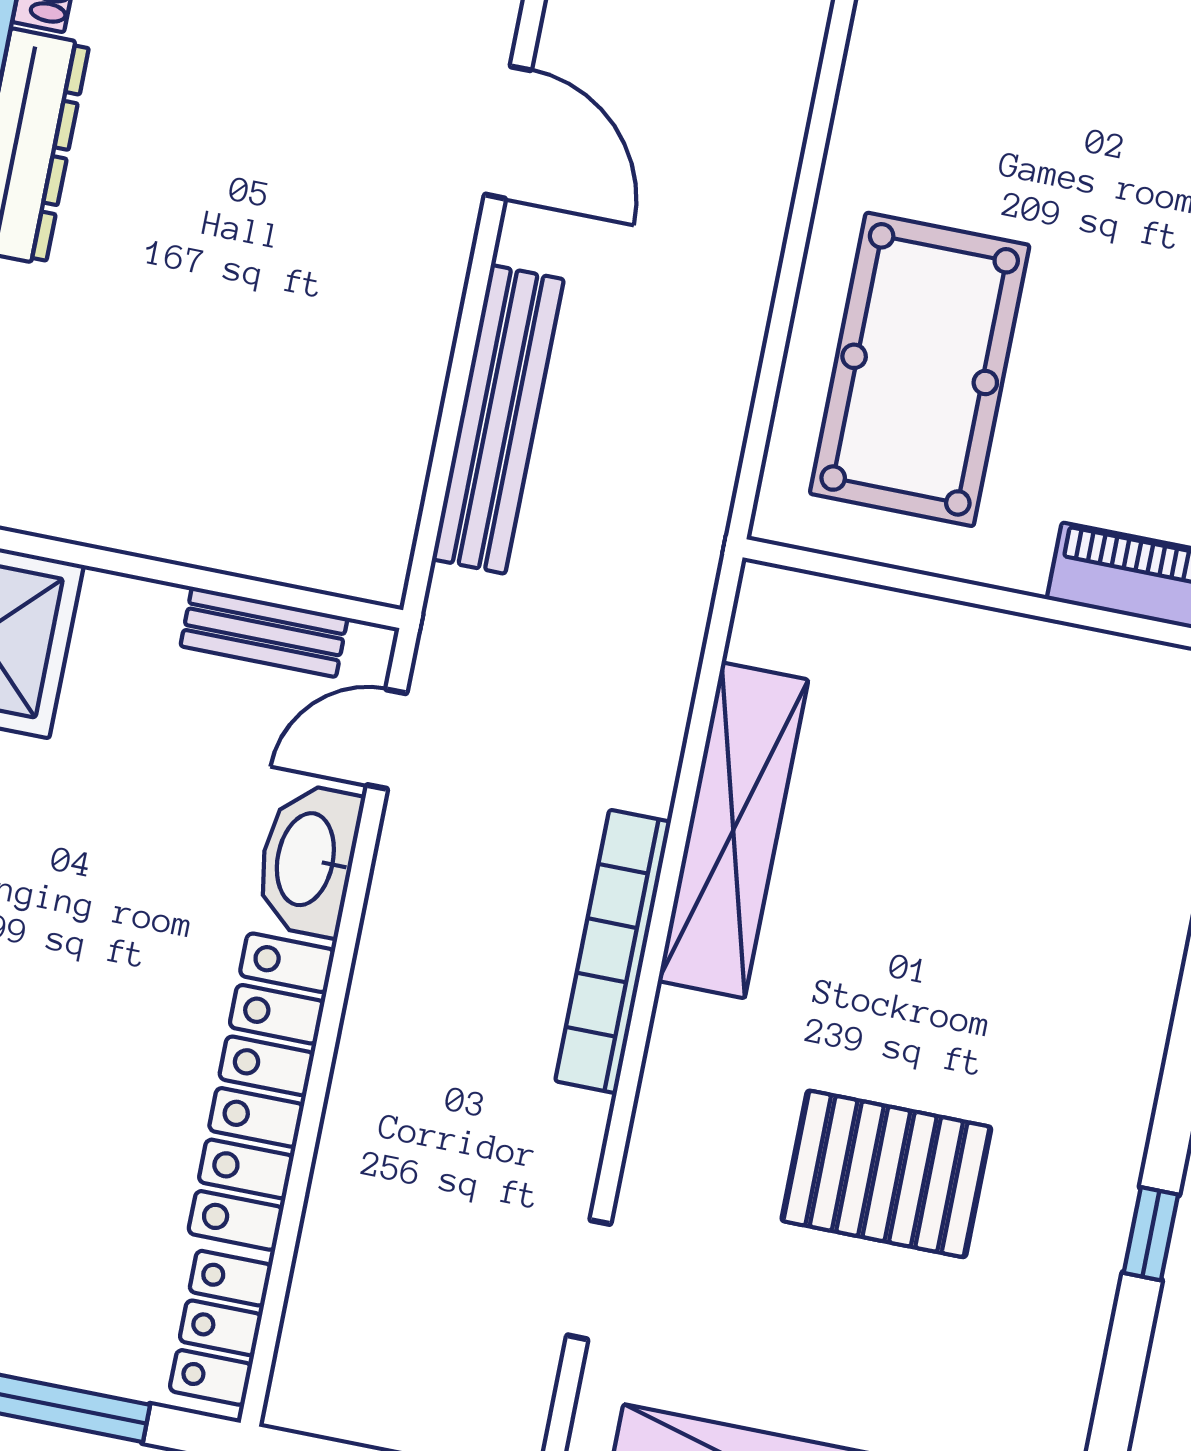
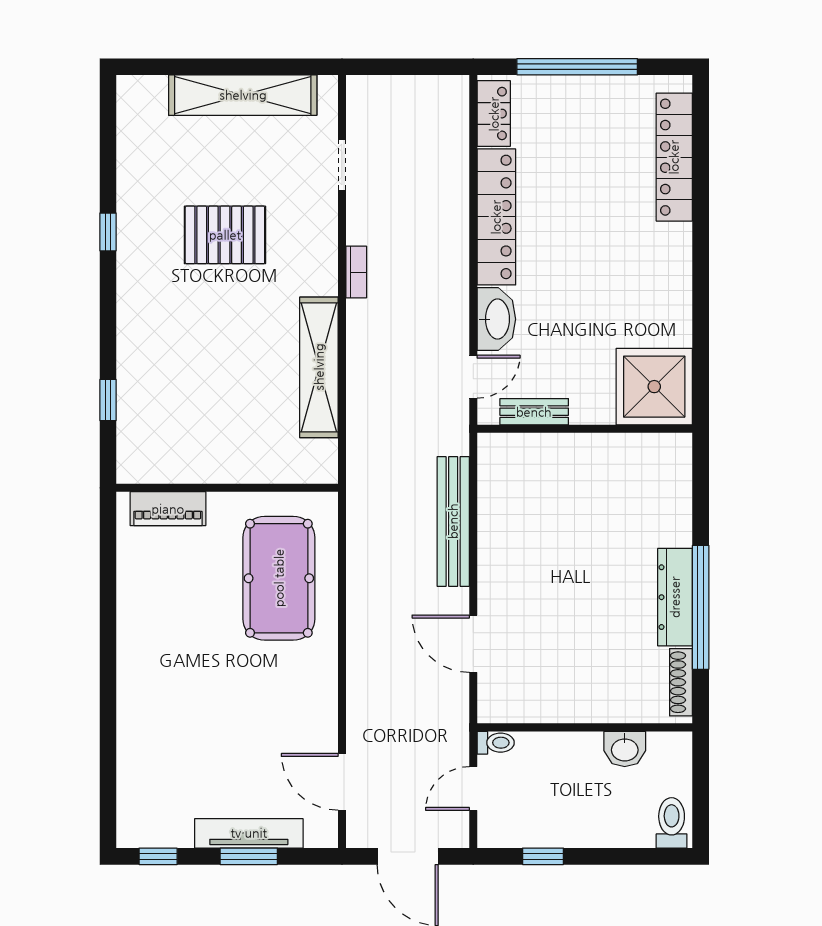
bookcase: (613, 952) -> (356, 272), width x0.43, depth x0.76

